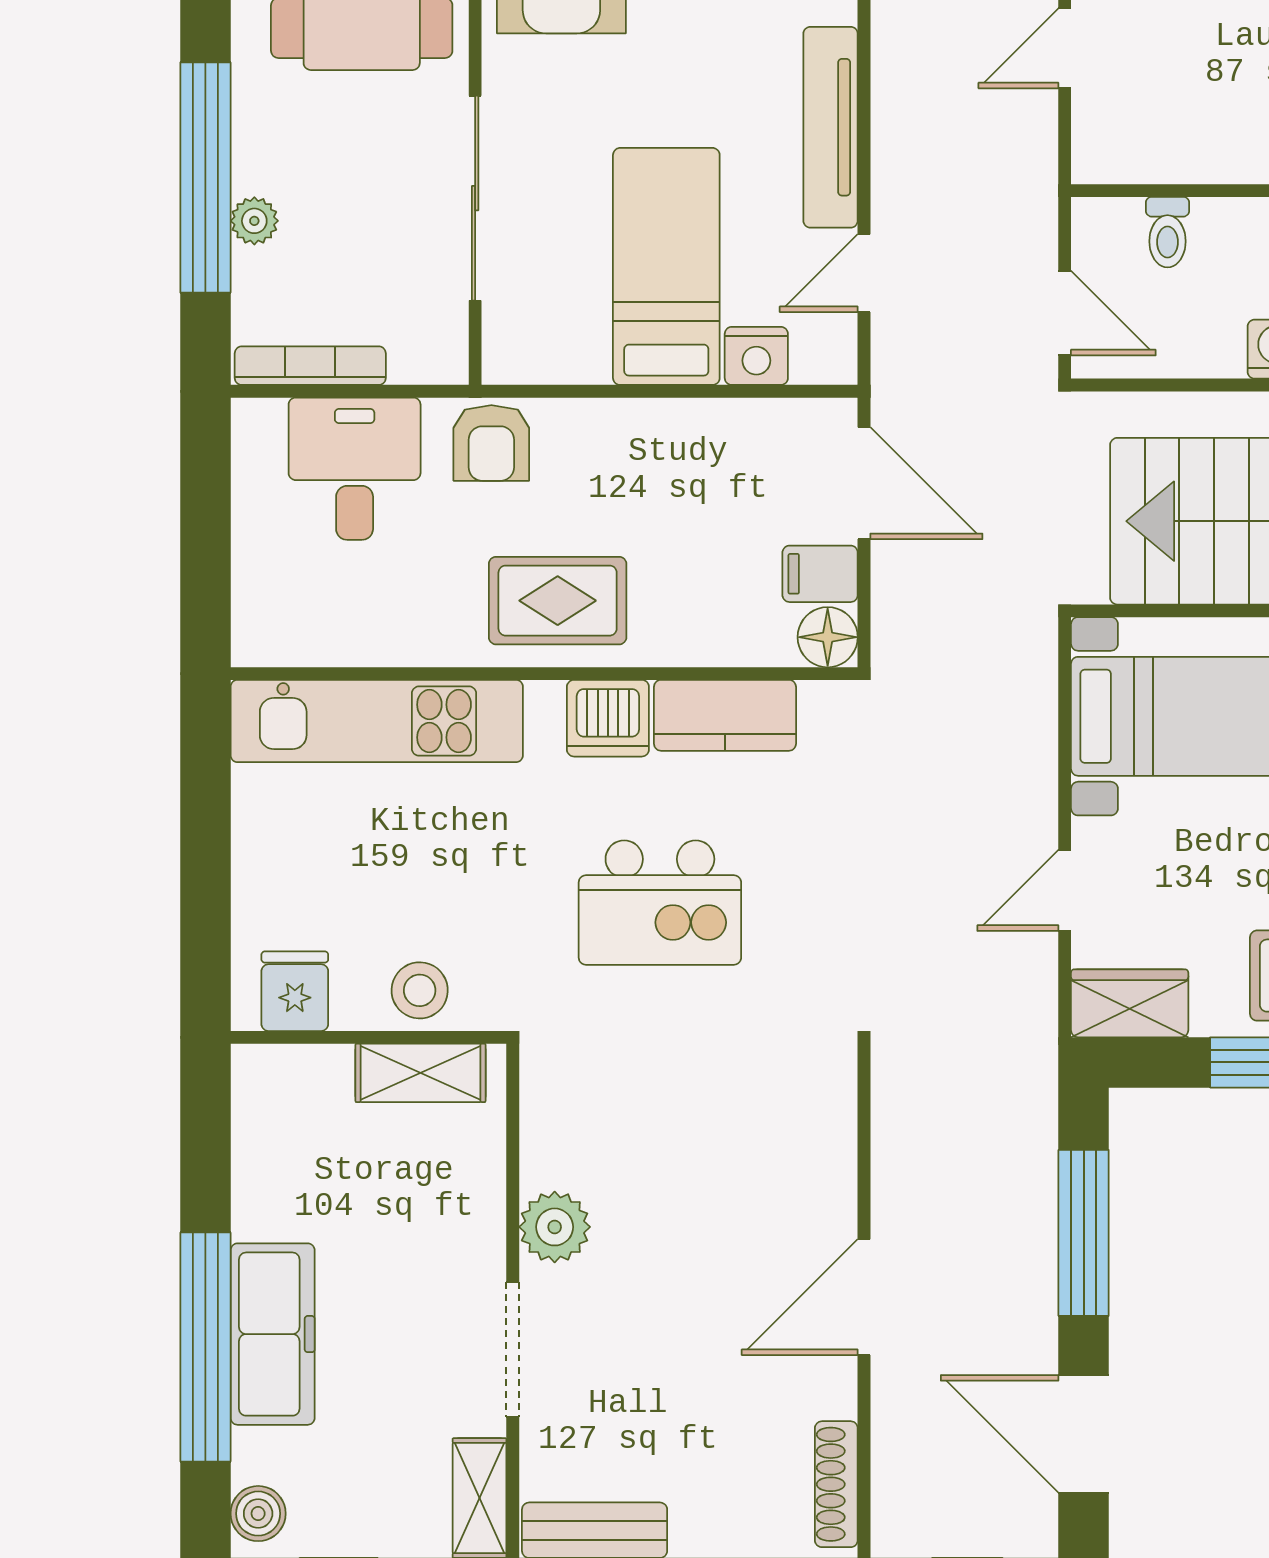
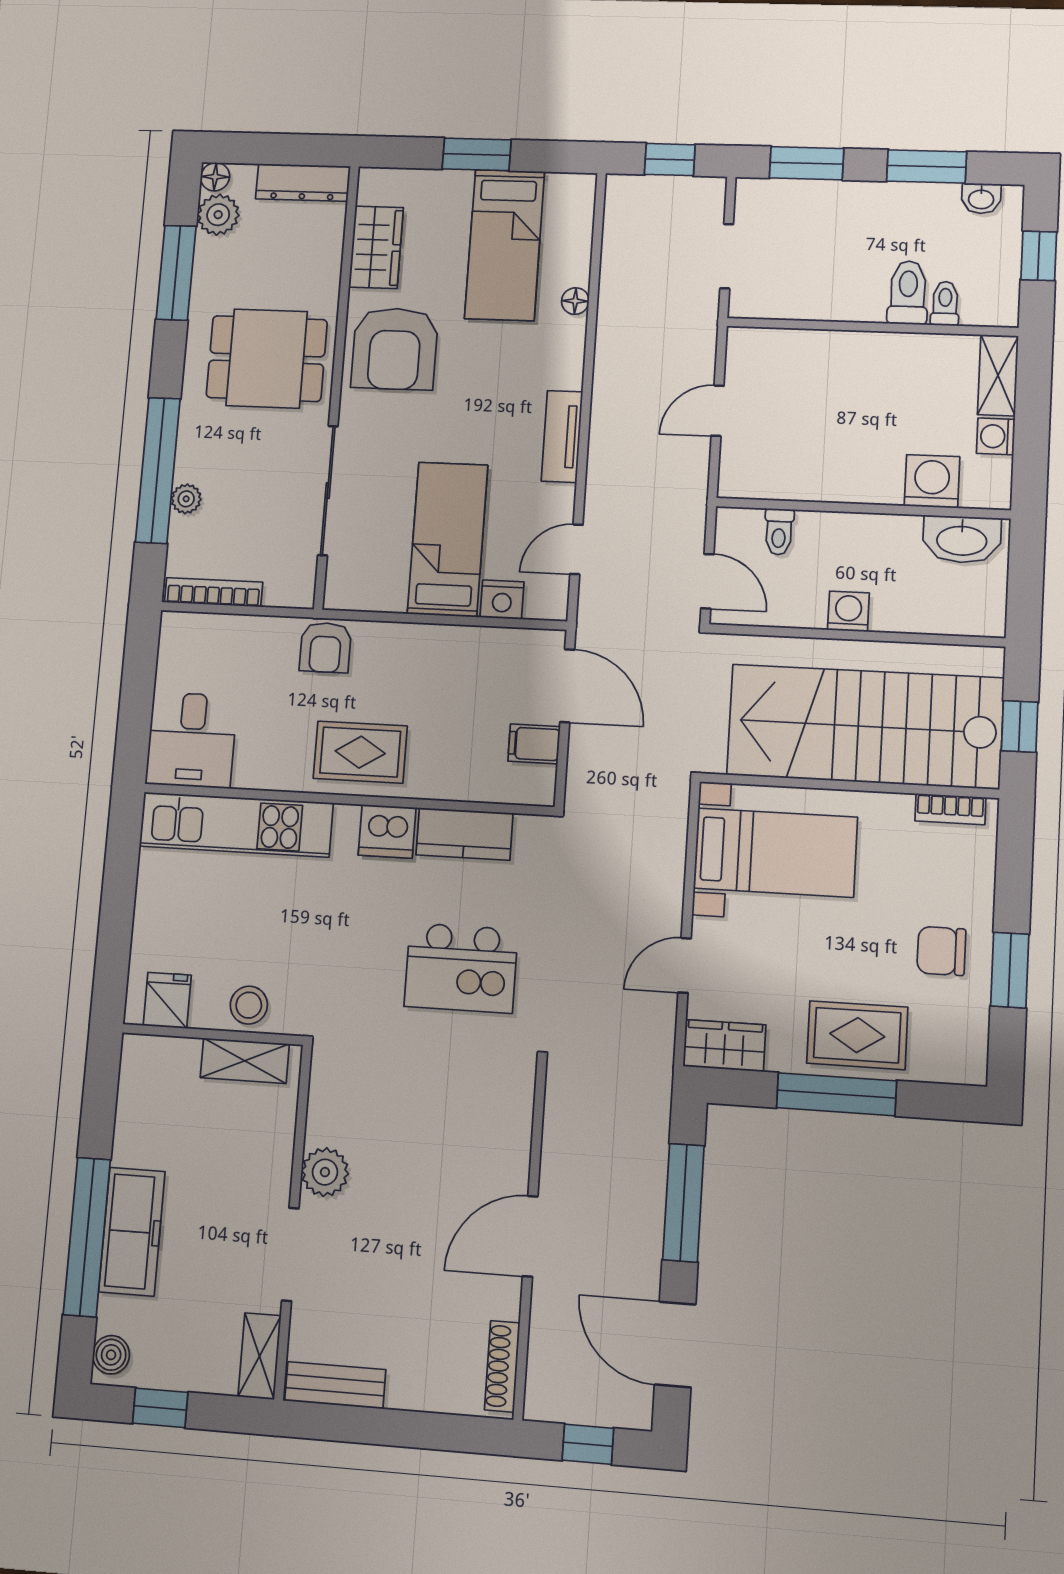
tv unit: (831, 127) -> (562, 436), width x0.71
desk: (355, 469) -> (191, 740), moved, turned 180
floor lamp: (828, 637) -> (536, 786), removed
kitchen island: (660, 903) -> (461, 968), moved

